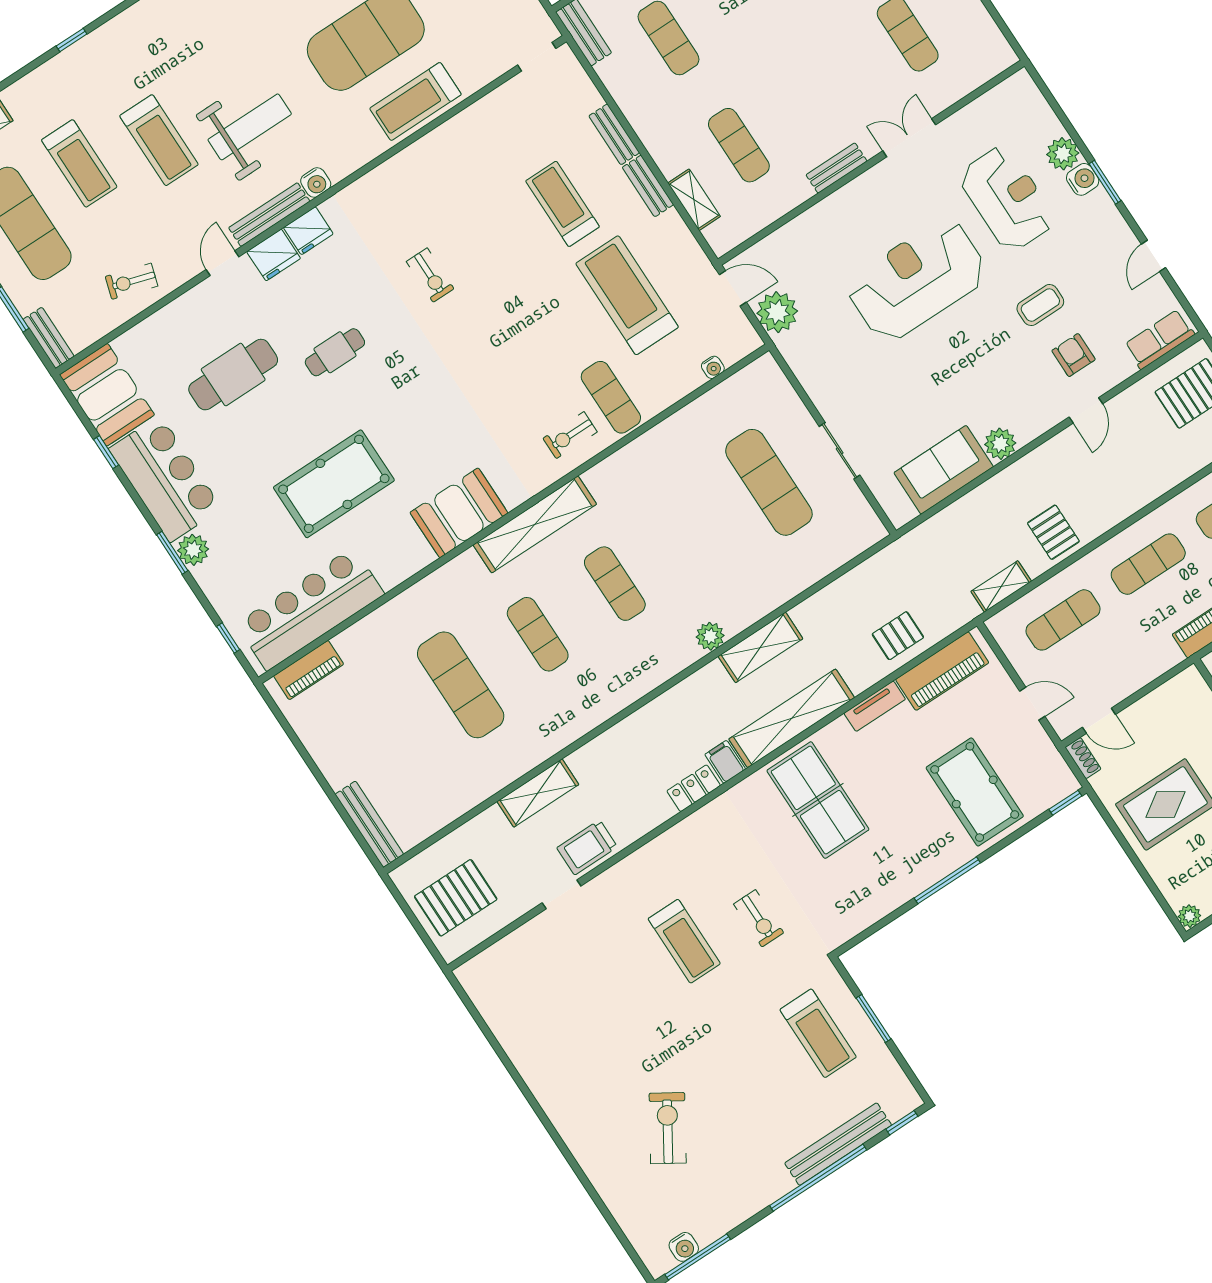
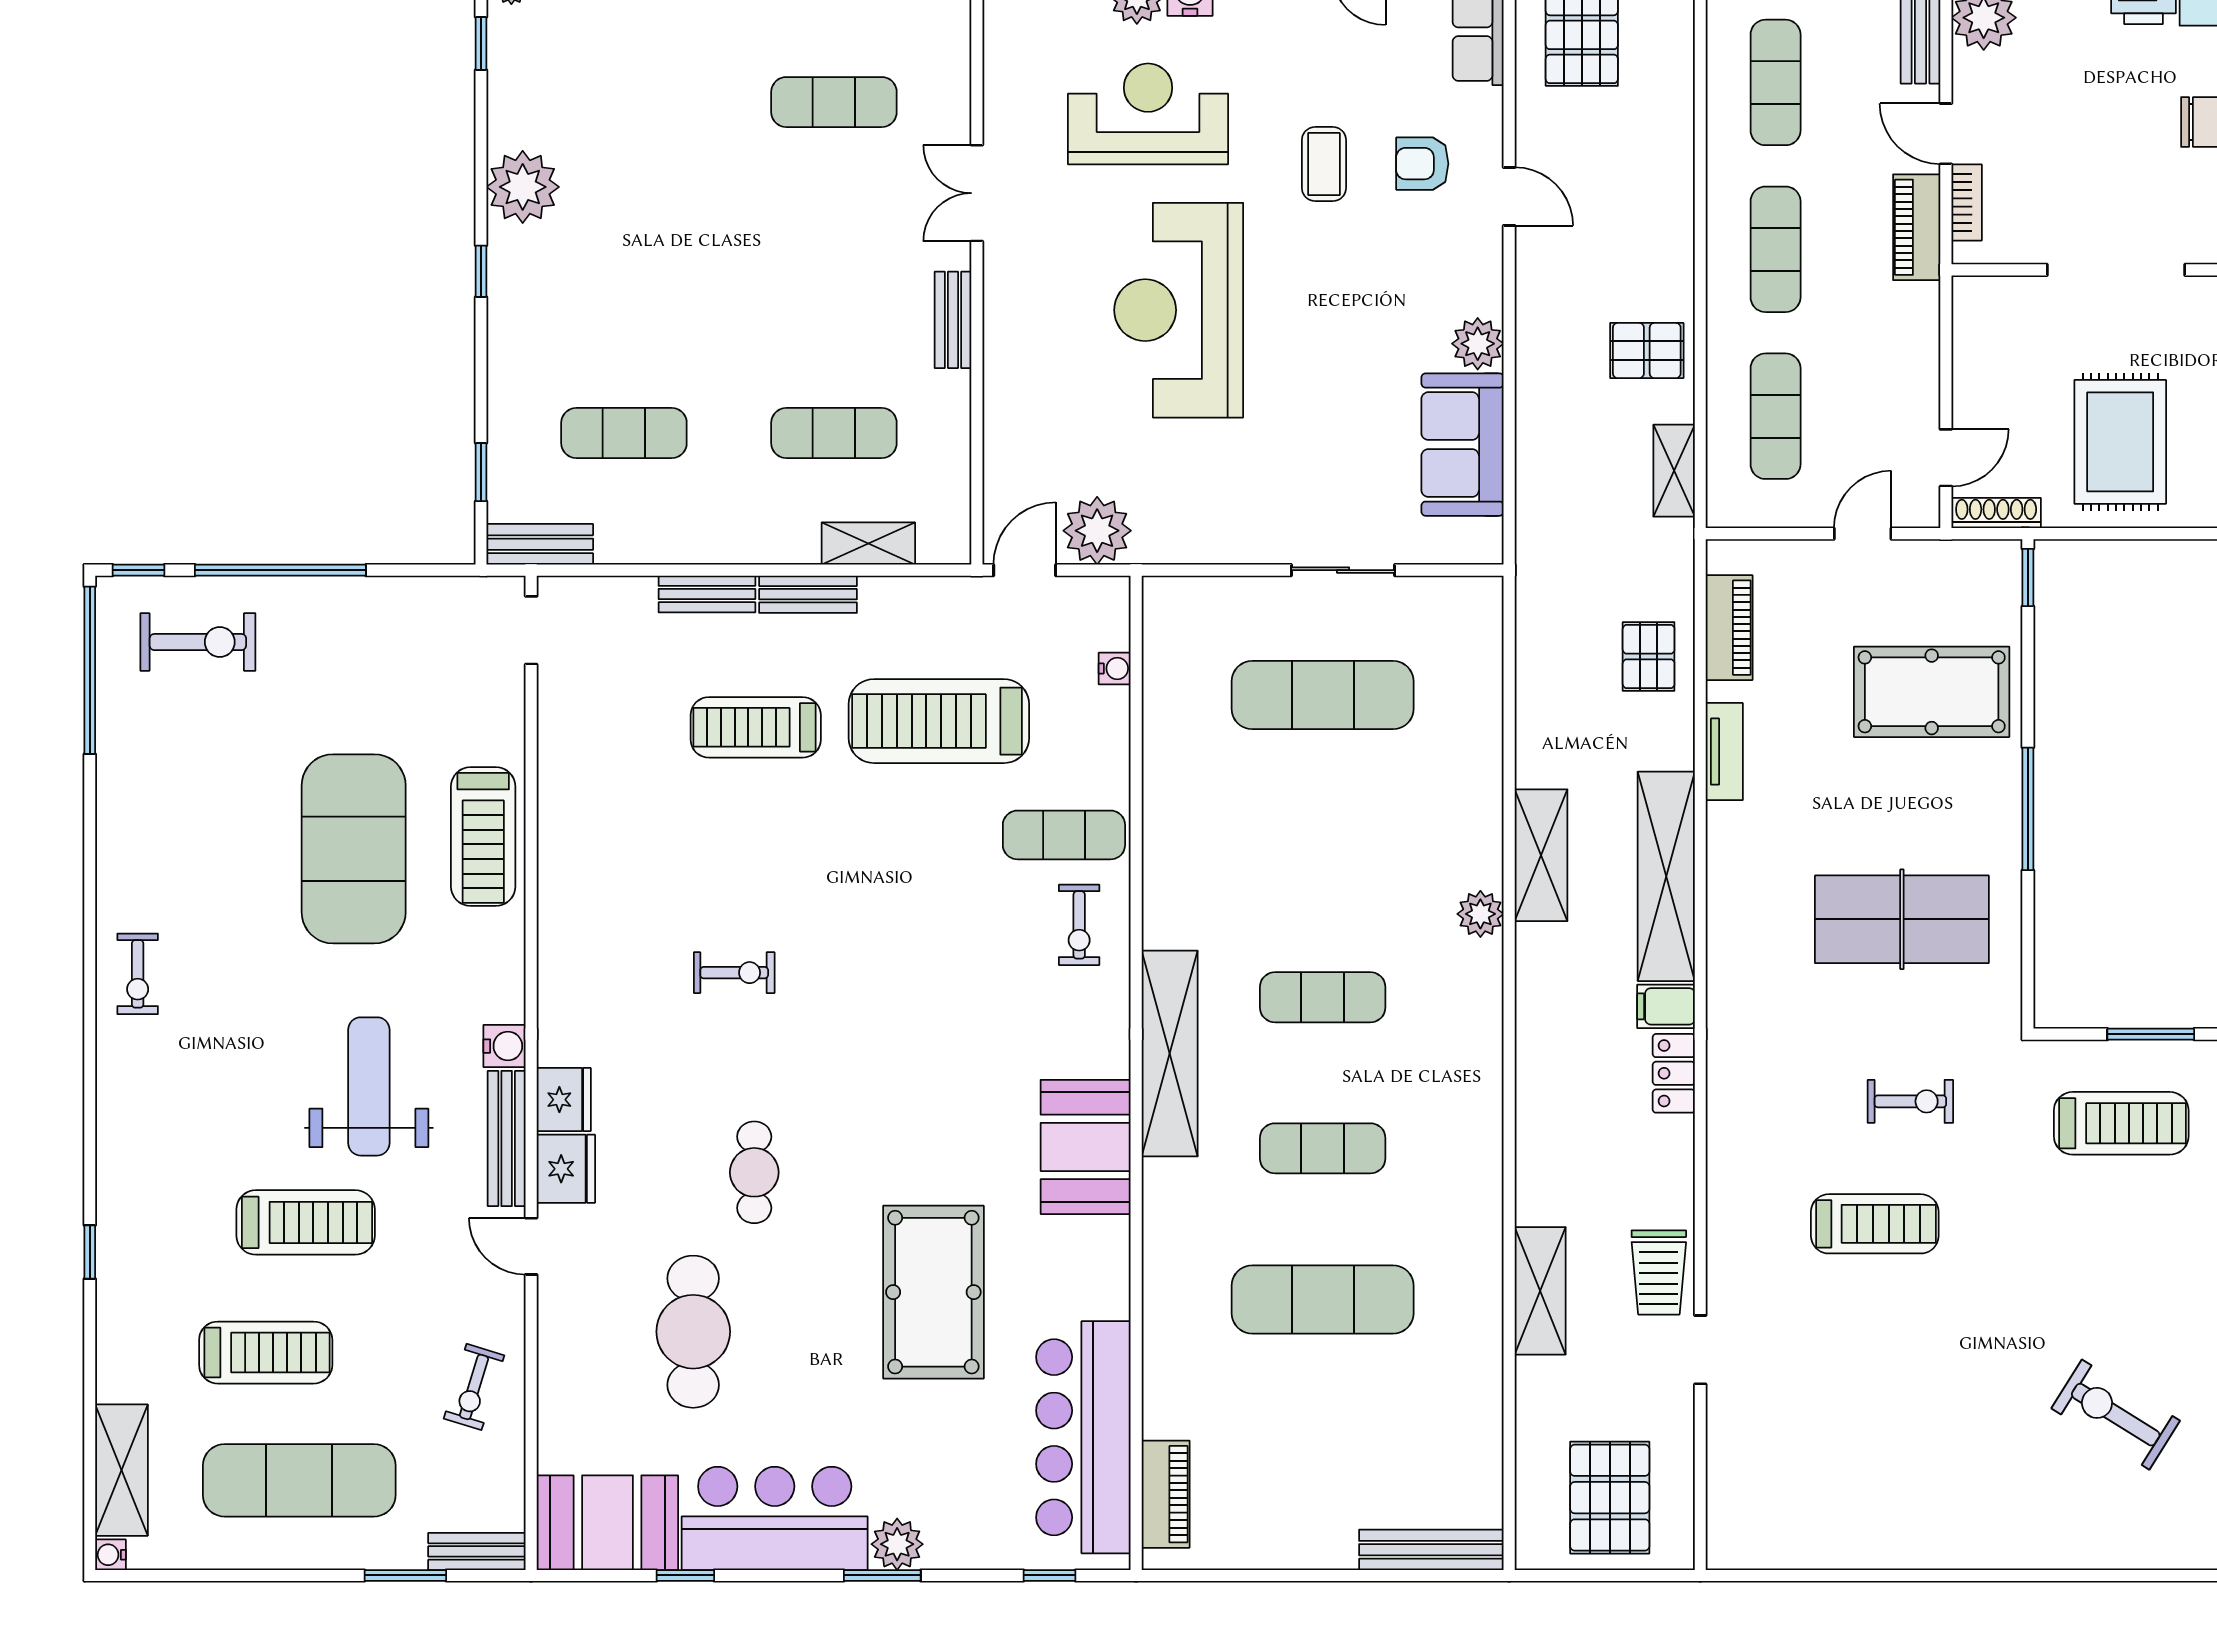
piano: (942, 671) -> (1729, 628), width x0.73, depth x0.75
shoe rack: (1083, 758) -> (1996, 513), width x1.43
table tennis table: (818, 800) -> (1902, 919), moved

